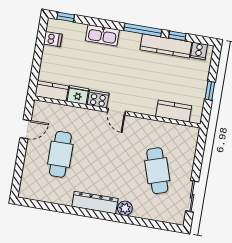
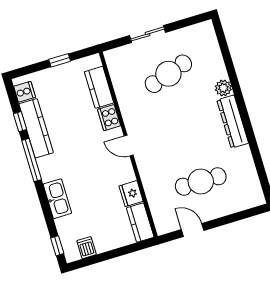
cooker: (98, 99) -> (109, 118), moved
door: (116, 112) -> (129, 146), swing flipped
sliding door: (192, 196) -> (148, 34), moved

